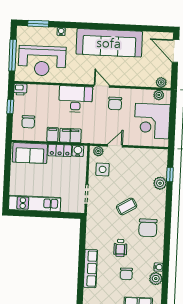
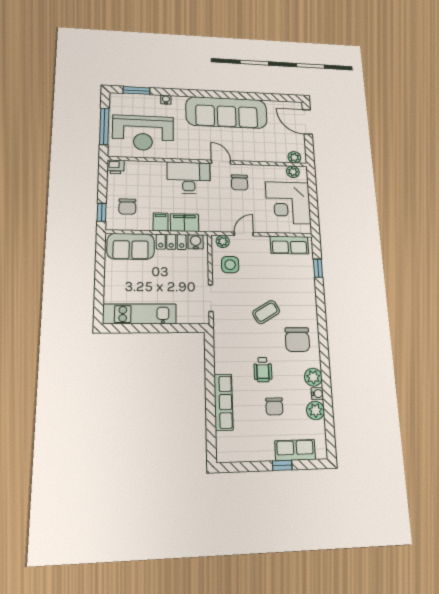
window: (10, 106) -> (102, 212), moved
row of seats: (150, 156) -> (289, 245), added
plant: (160, 183) -> (313, 377), moved

